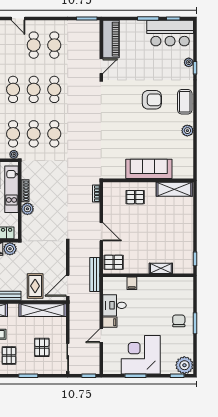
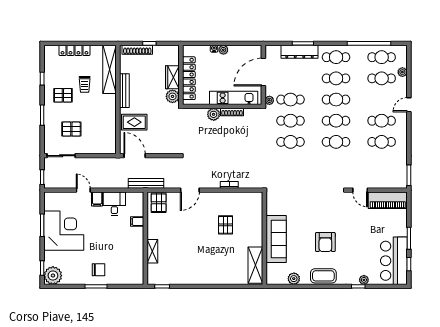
sofa: (149, 169) -> (276, 239), moved
wall: (148, 180) -> (264, 238), moved
shelving: (174, 189) -> (255, 265), moved
shelving: (43, 310) -> (110, 130), removed

